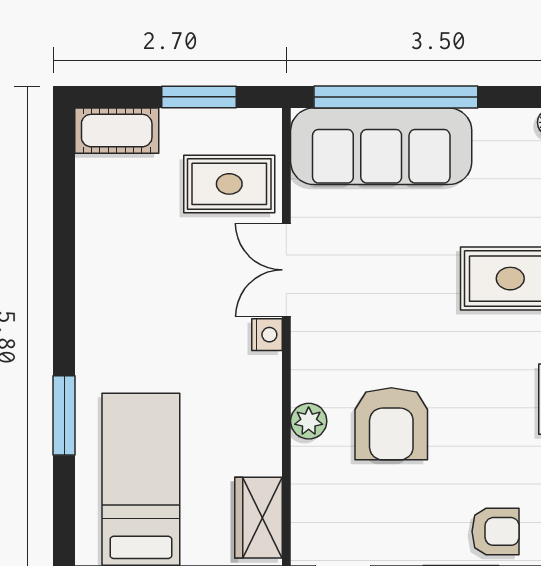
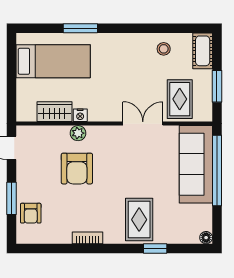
stool: (112, 221) -> (164, 49), added
nightstand: (267, 335) -> (80, 115), moved
armchair: (391, 424) -> (77, 169), turned -90
wardrobe: (259, 518) -> (54, 112), moved

